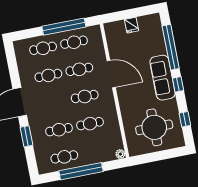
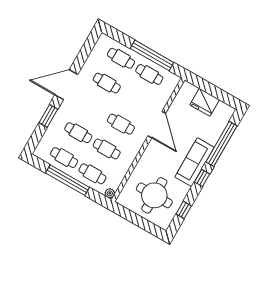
fridge: (132, 25) -> (205, 102), width x1.88, depth x1.34
cafe table: (79, 69) -> (92, 174), moved

